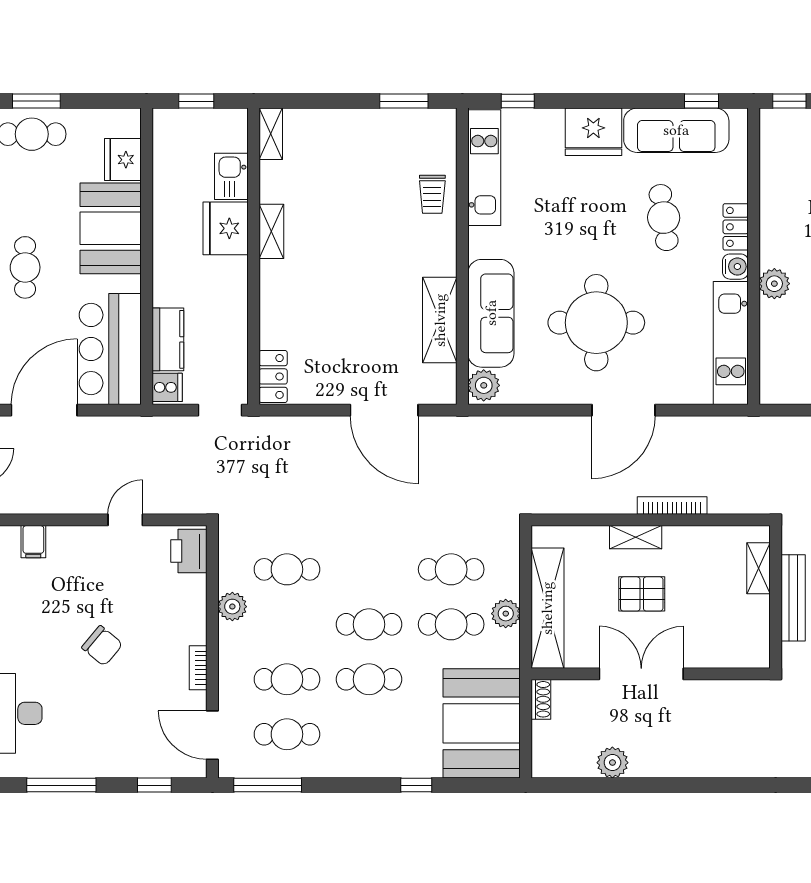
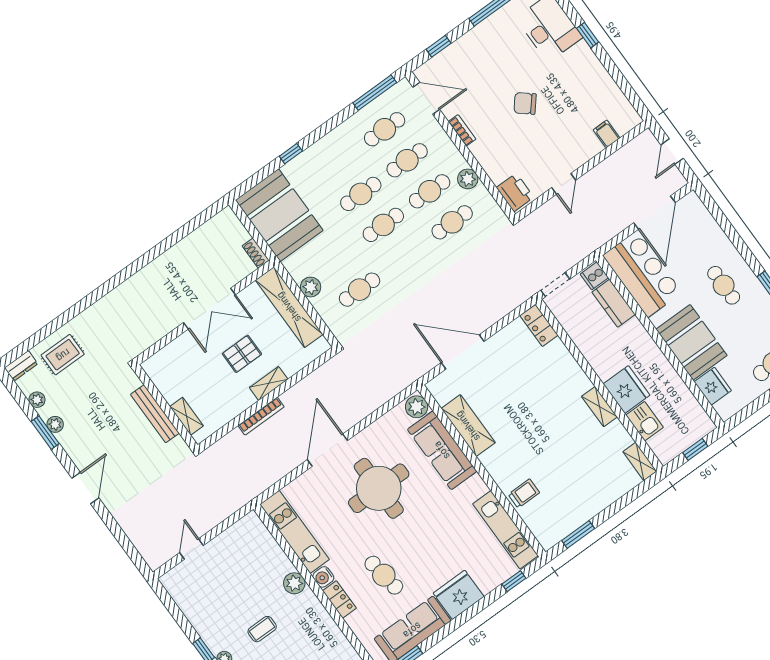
trolley: (432, 194) -> (524, 493), turned 90
cafe table: (451, 624) -> (430, 191), moved
plant: (612, 763) -> (189, 247), removed

